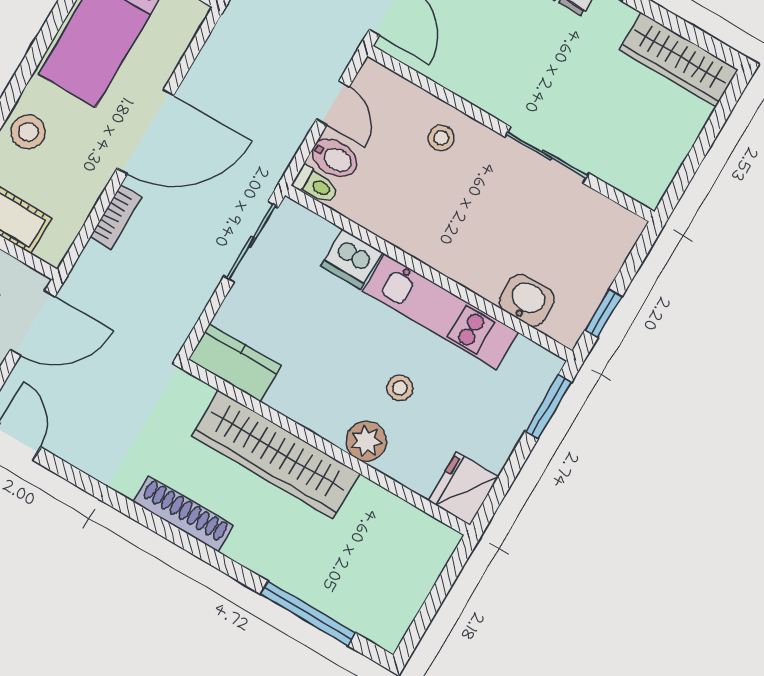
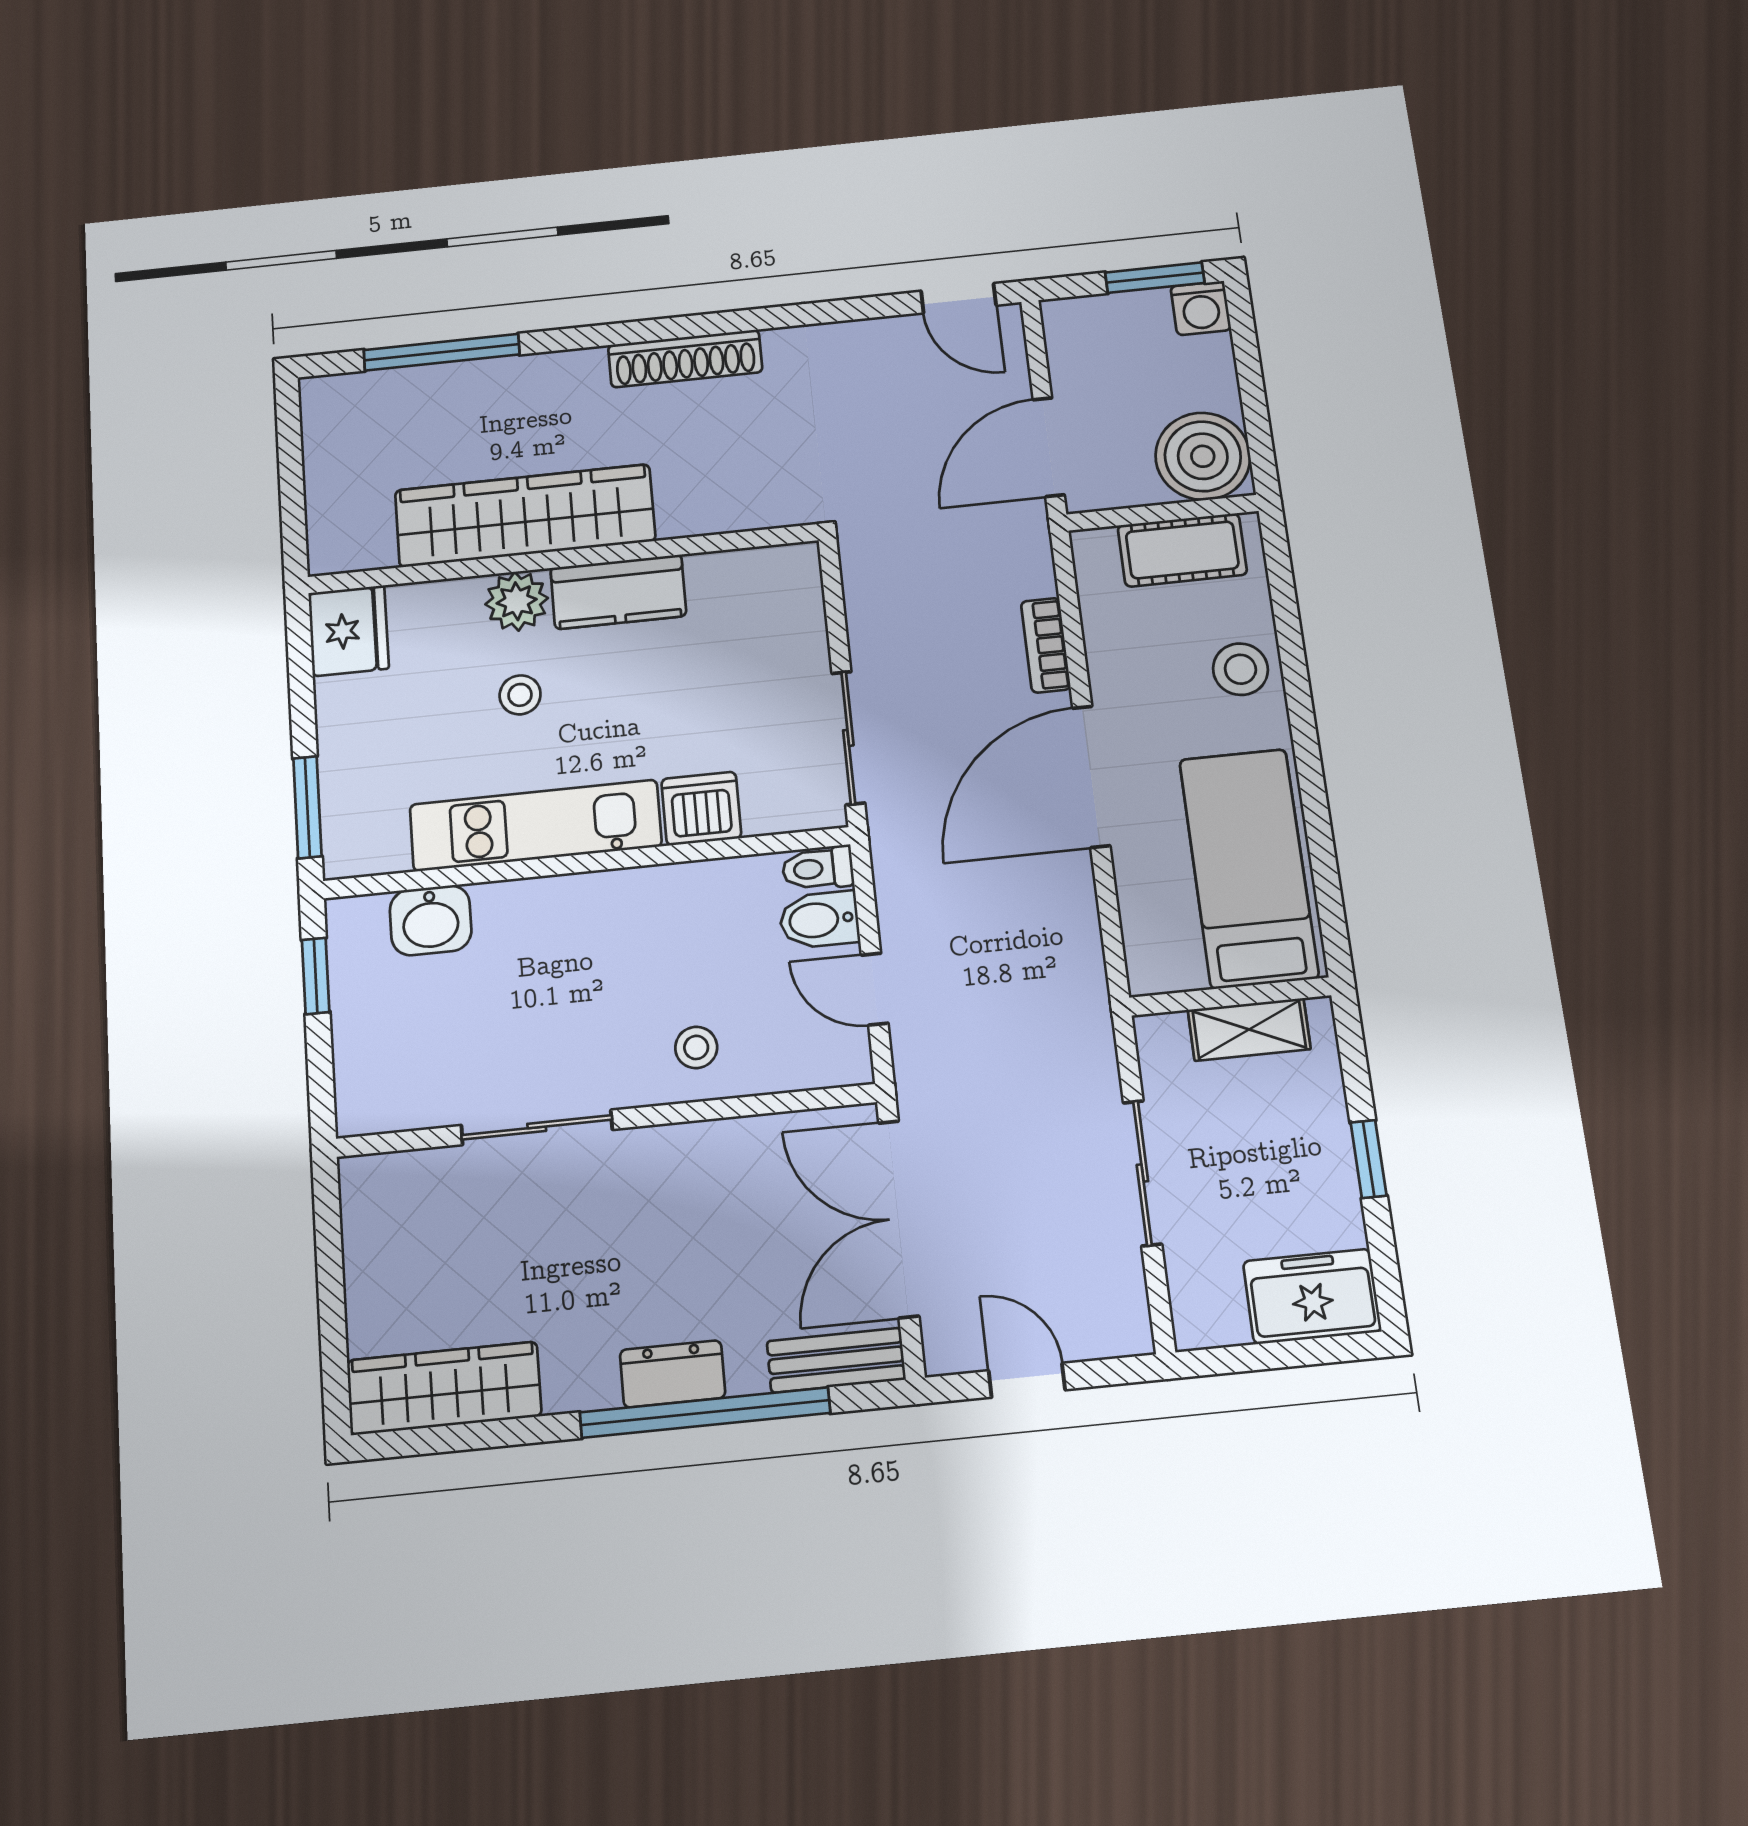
kitchen counter: (235, 363) -> (618, 592), moved
wardrobe: (275, 455) -> (525, 516), moved

